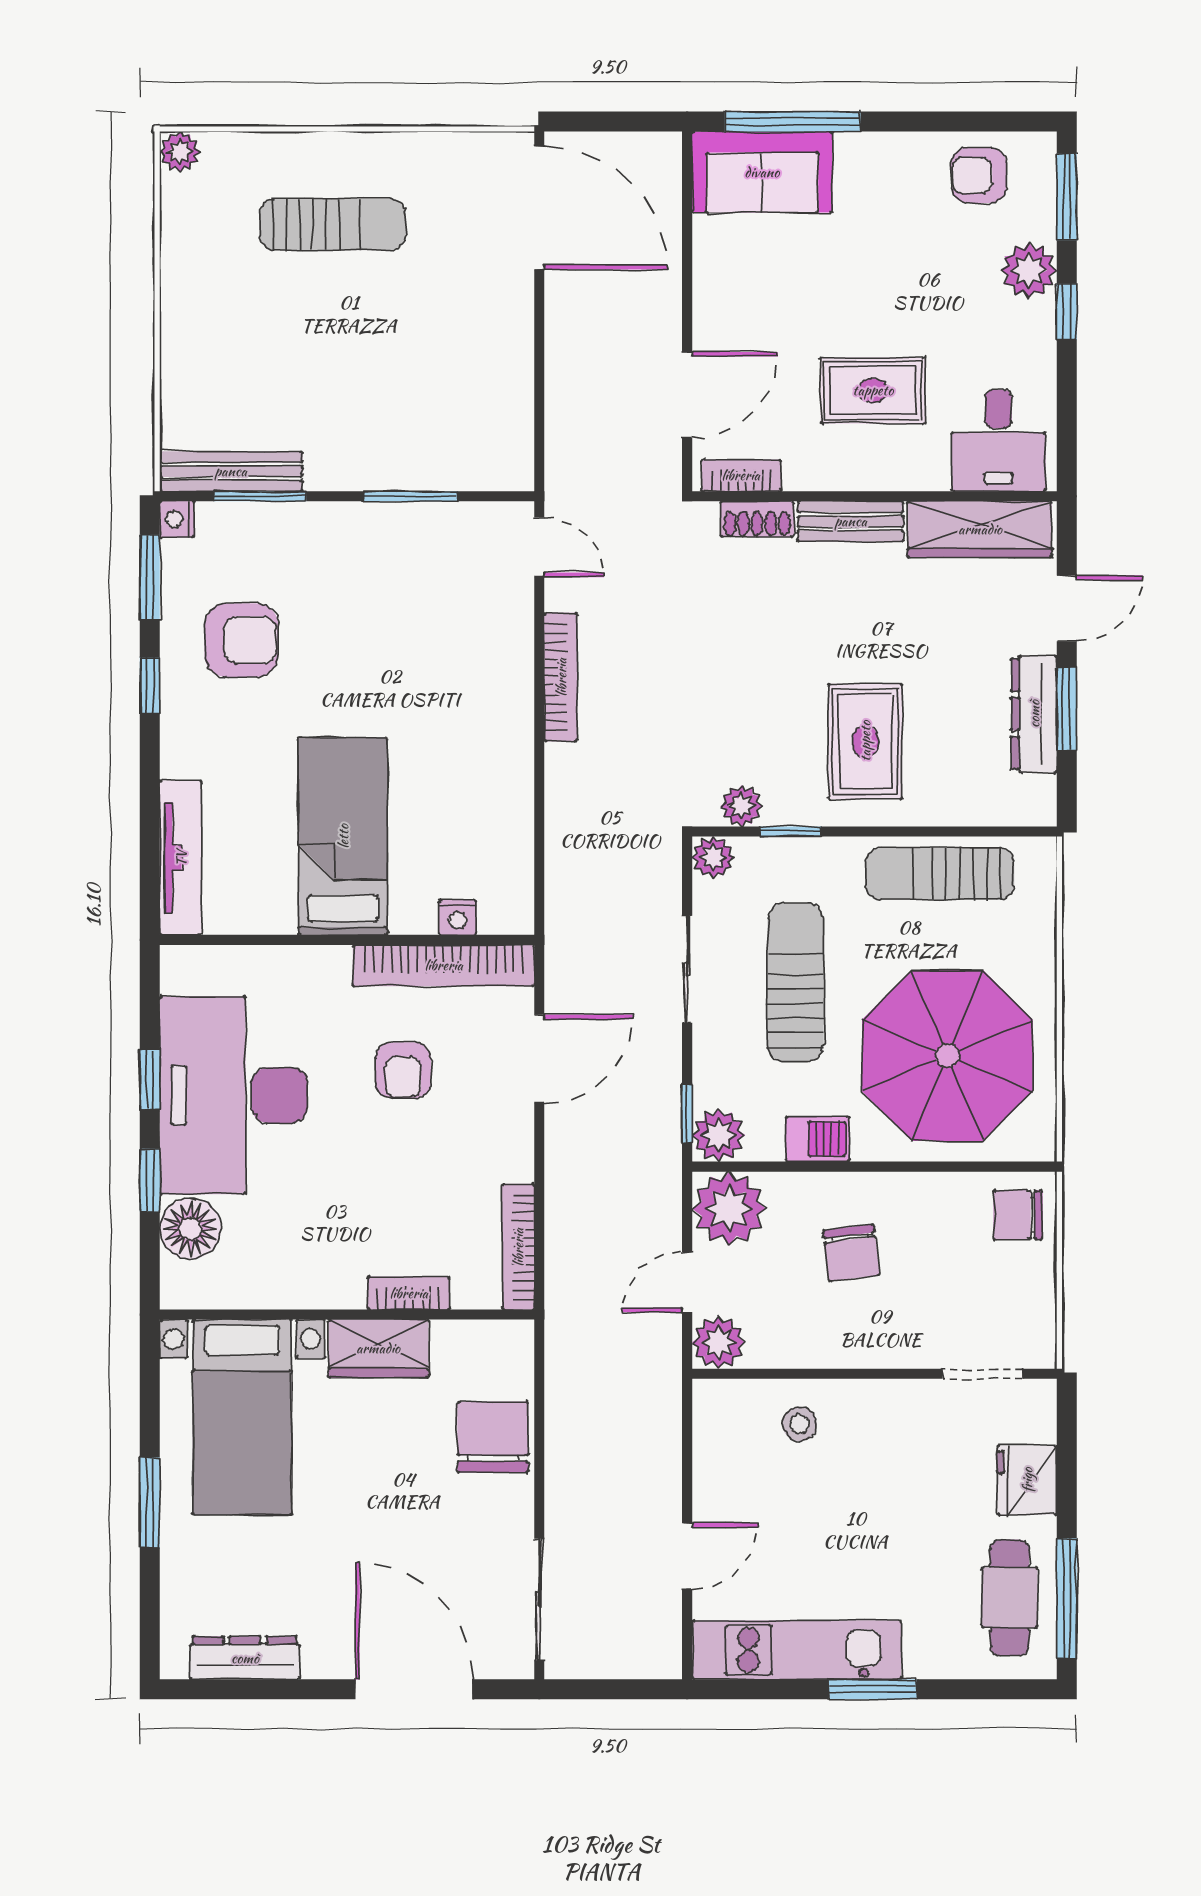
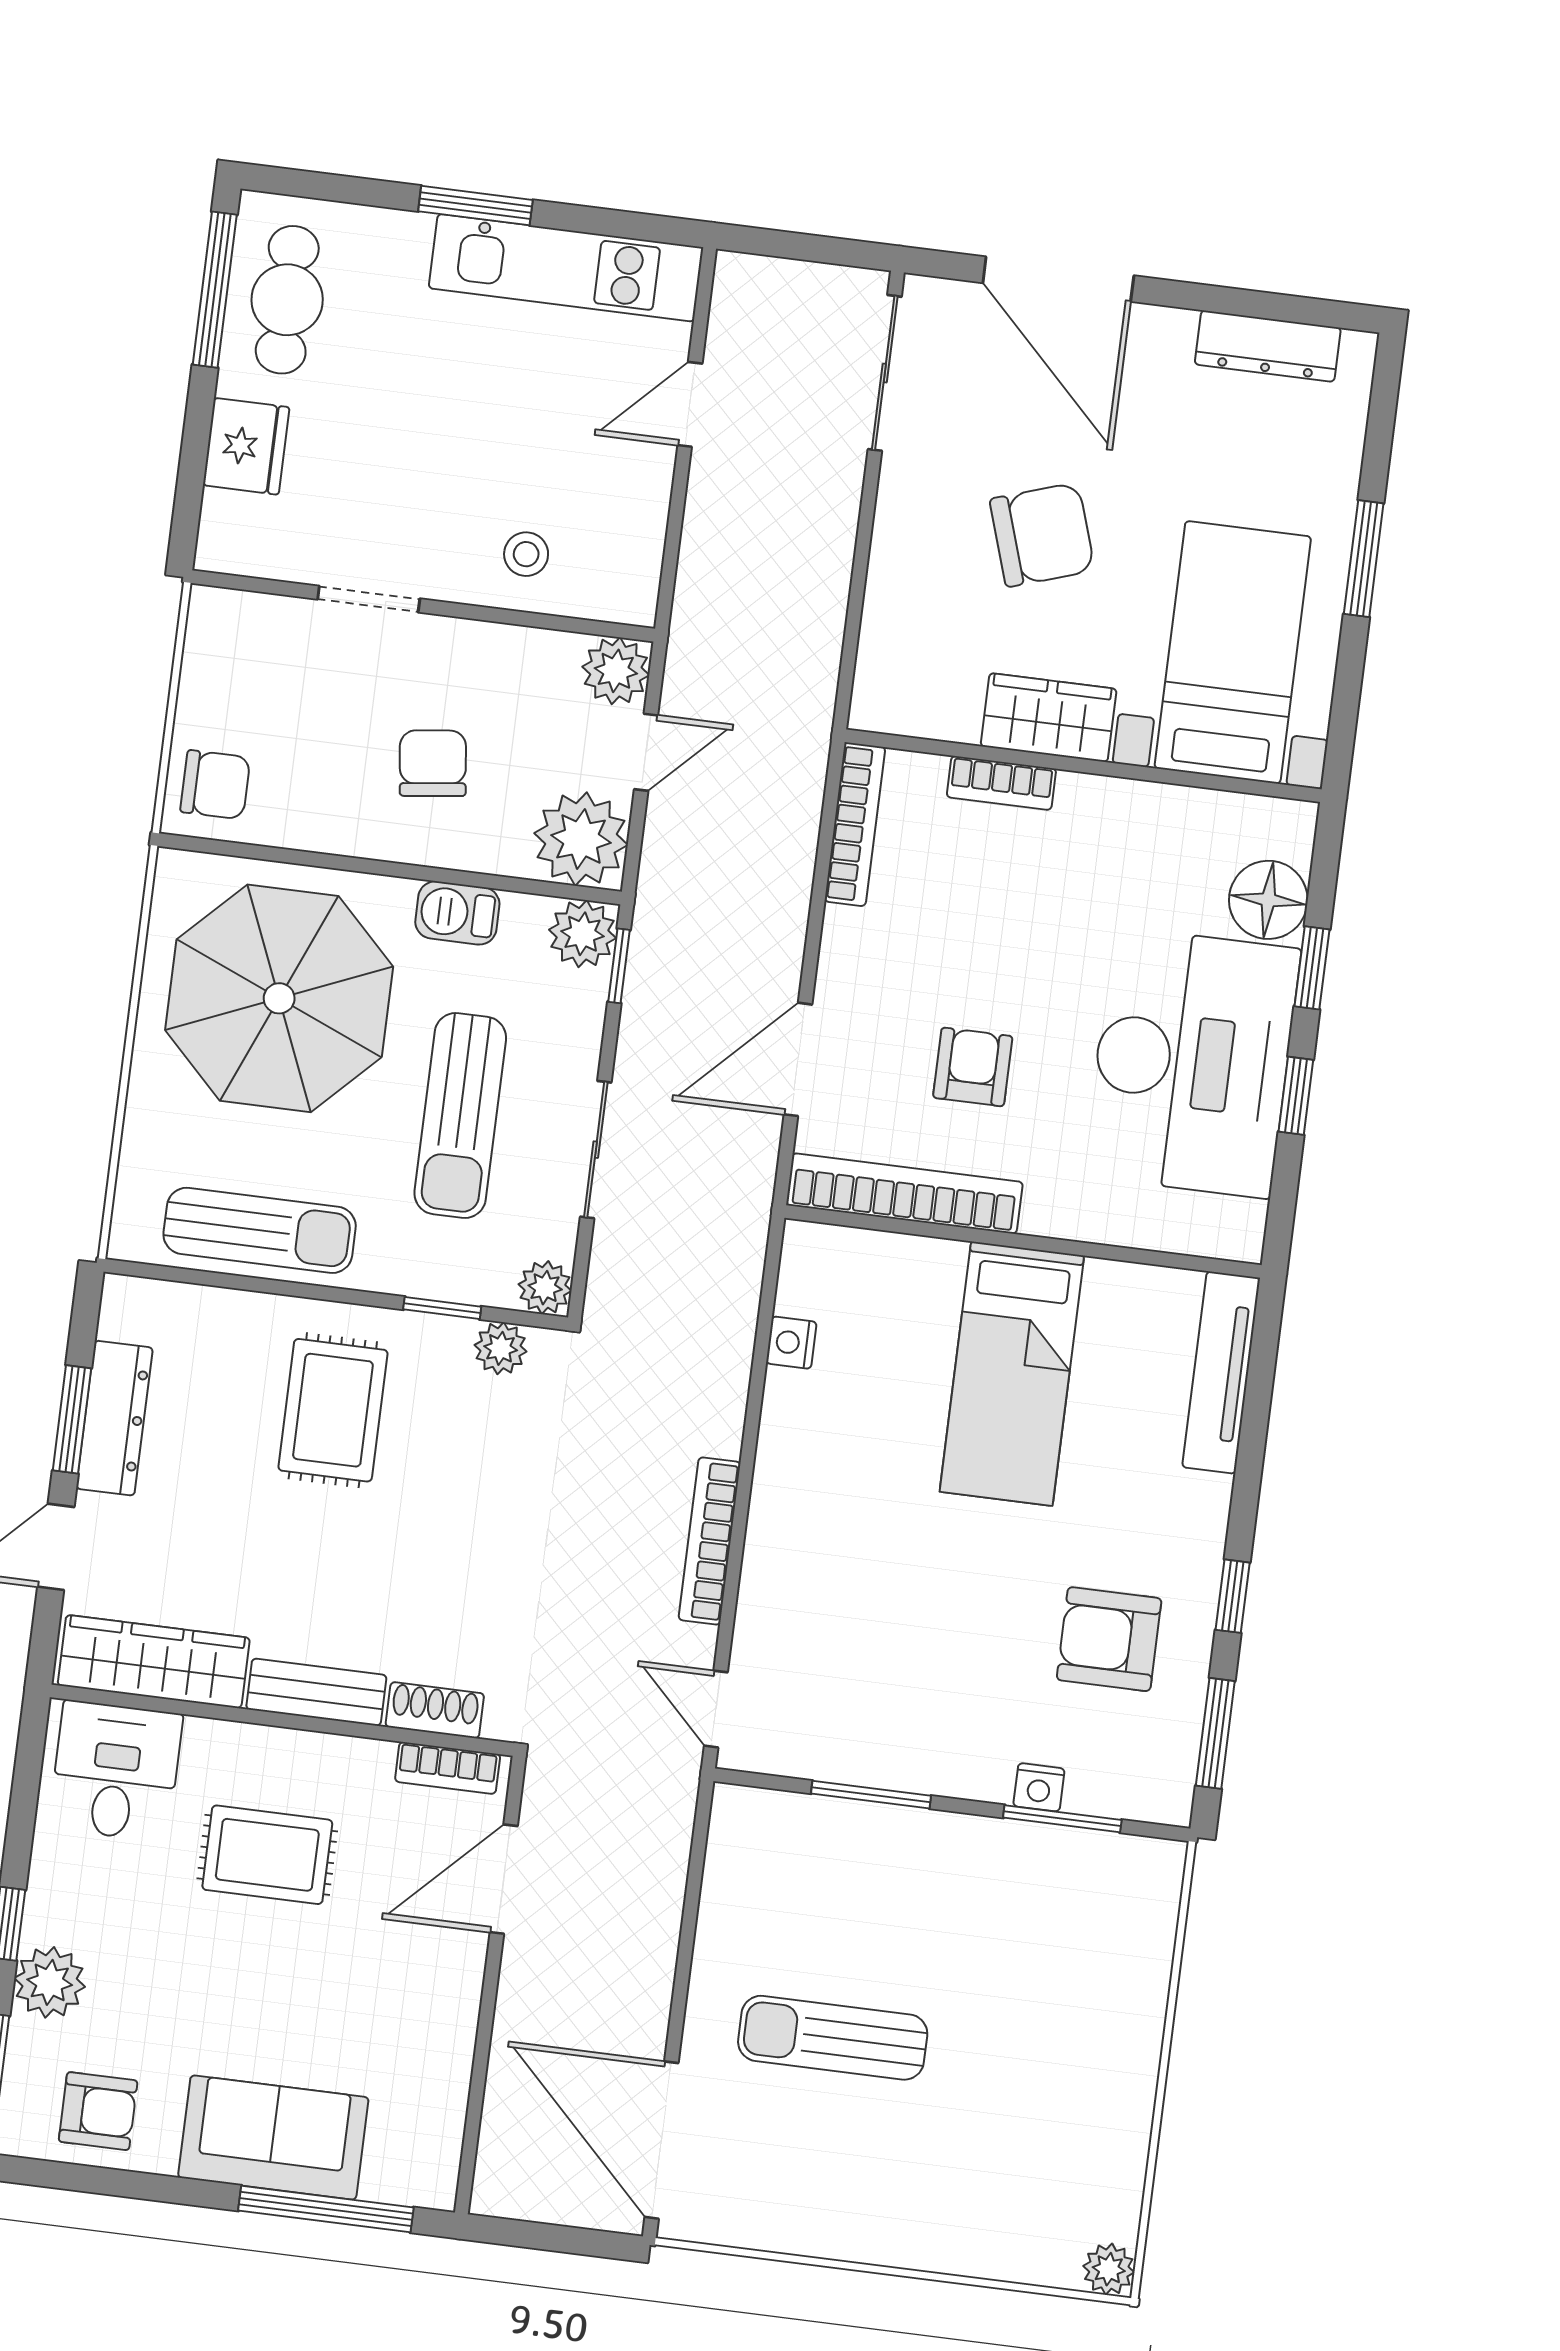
sofa: (762, 172) -> (273, 2137), moved
sun lounger: (333, 224) -> (833, 2038), moved
bench: (231, 471) -> (1095, 1855), removed
nightstand: (177, 519) -> (1039, 1787), moved, turned 90
nightstand: (458, 917) -> (791, 1343), moved, turned -90
doorway: (982, 1374) -> (369, 599), moved
chair: (493, 1437) -> (1042, 535), moved, turned -108

